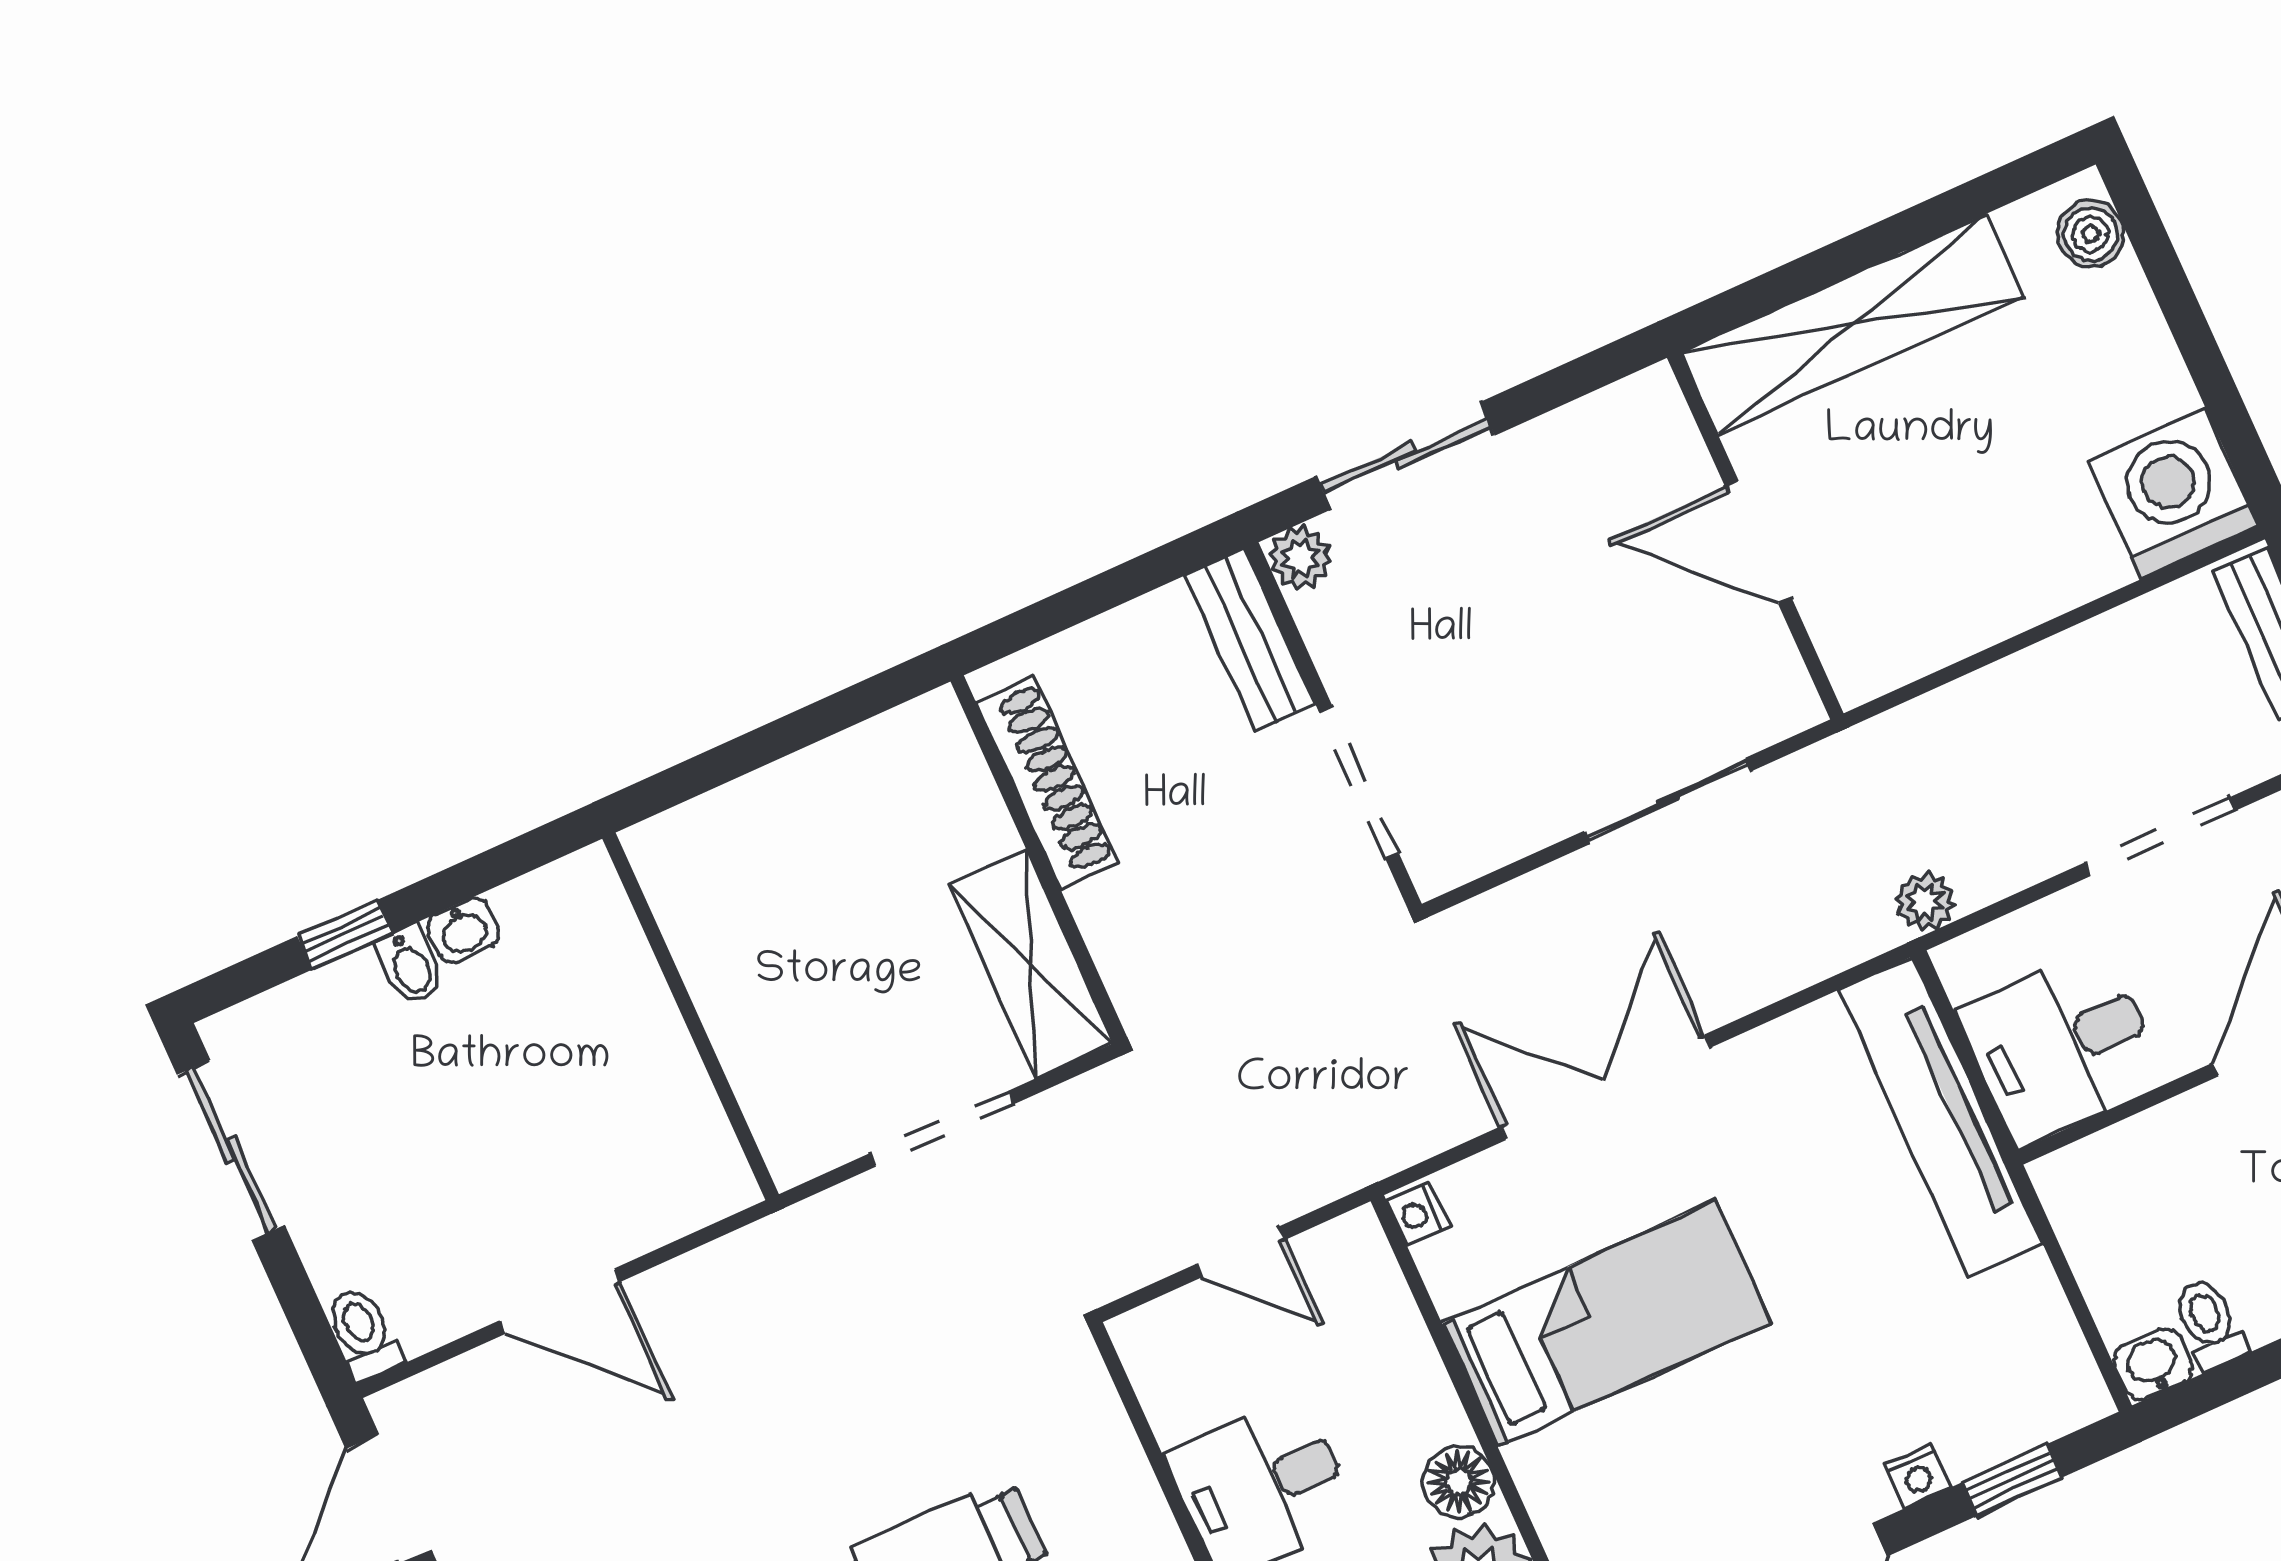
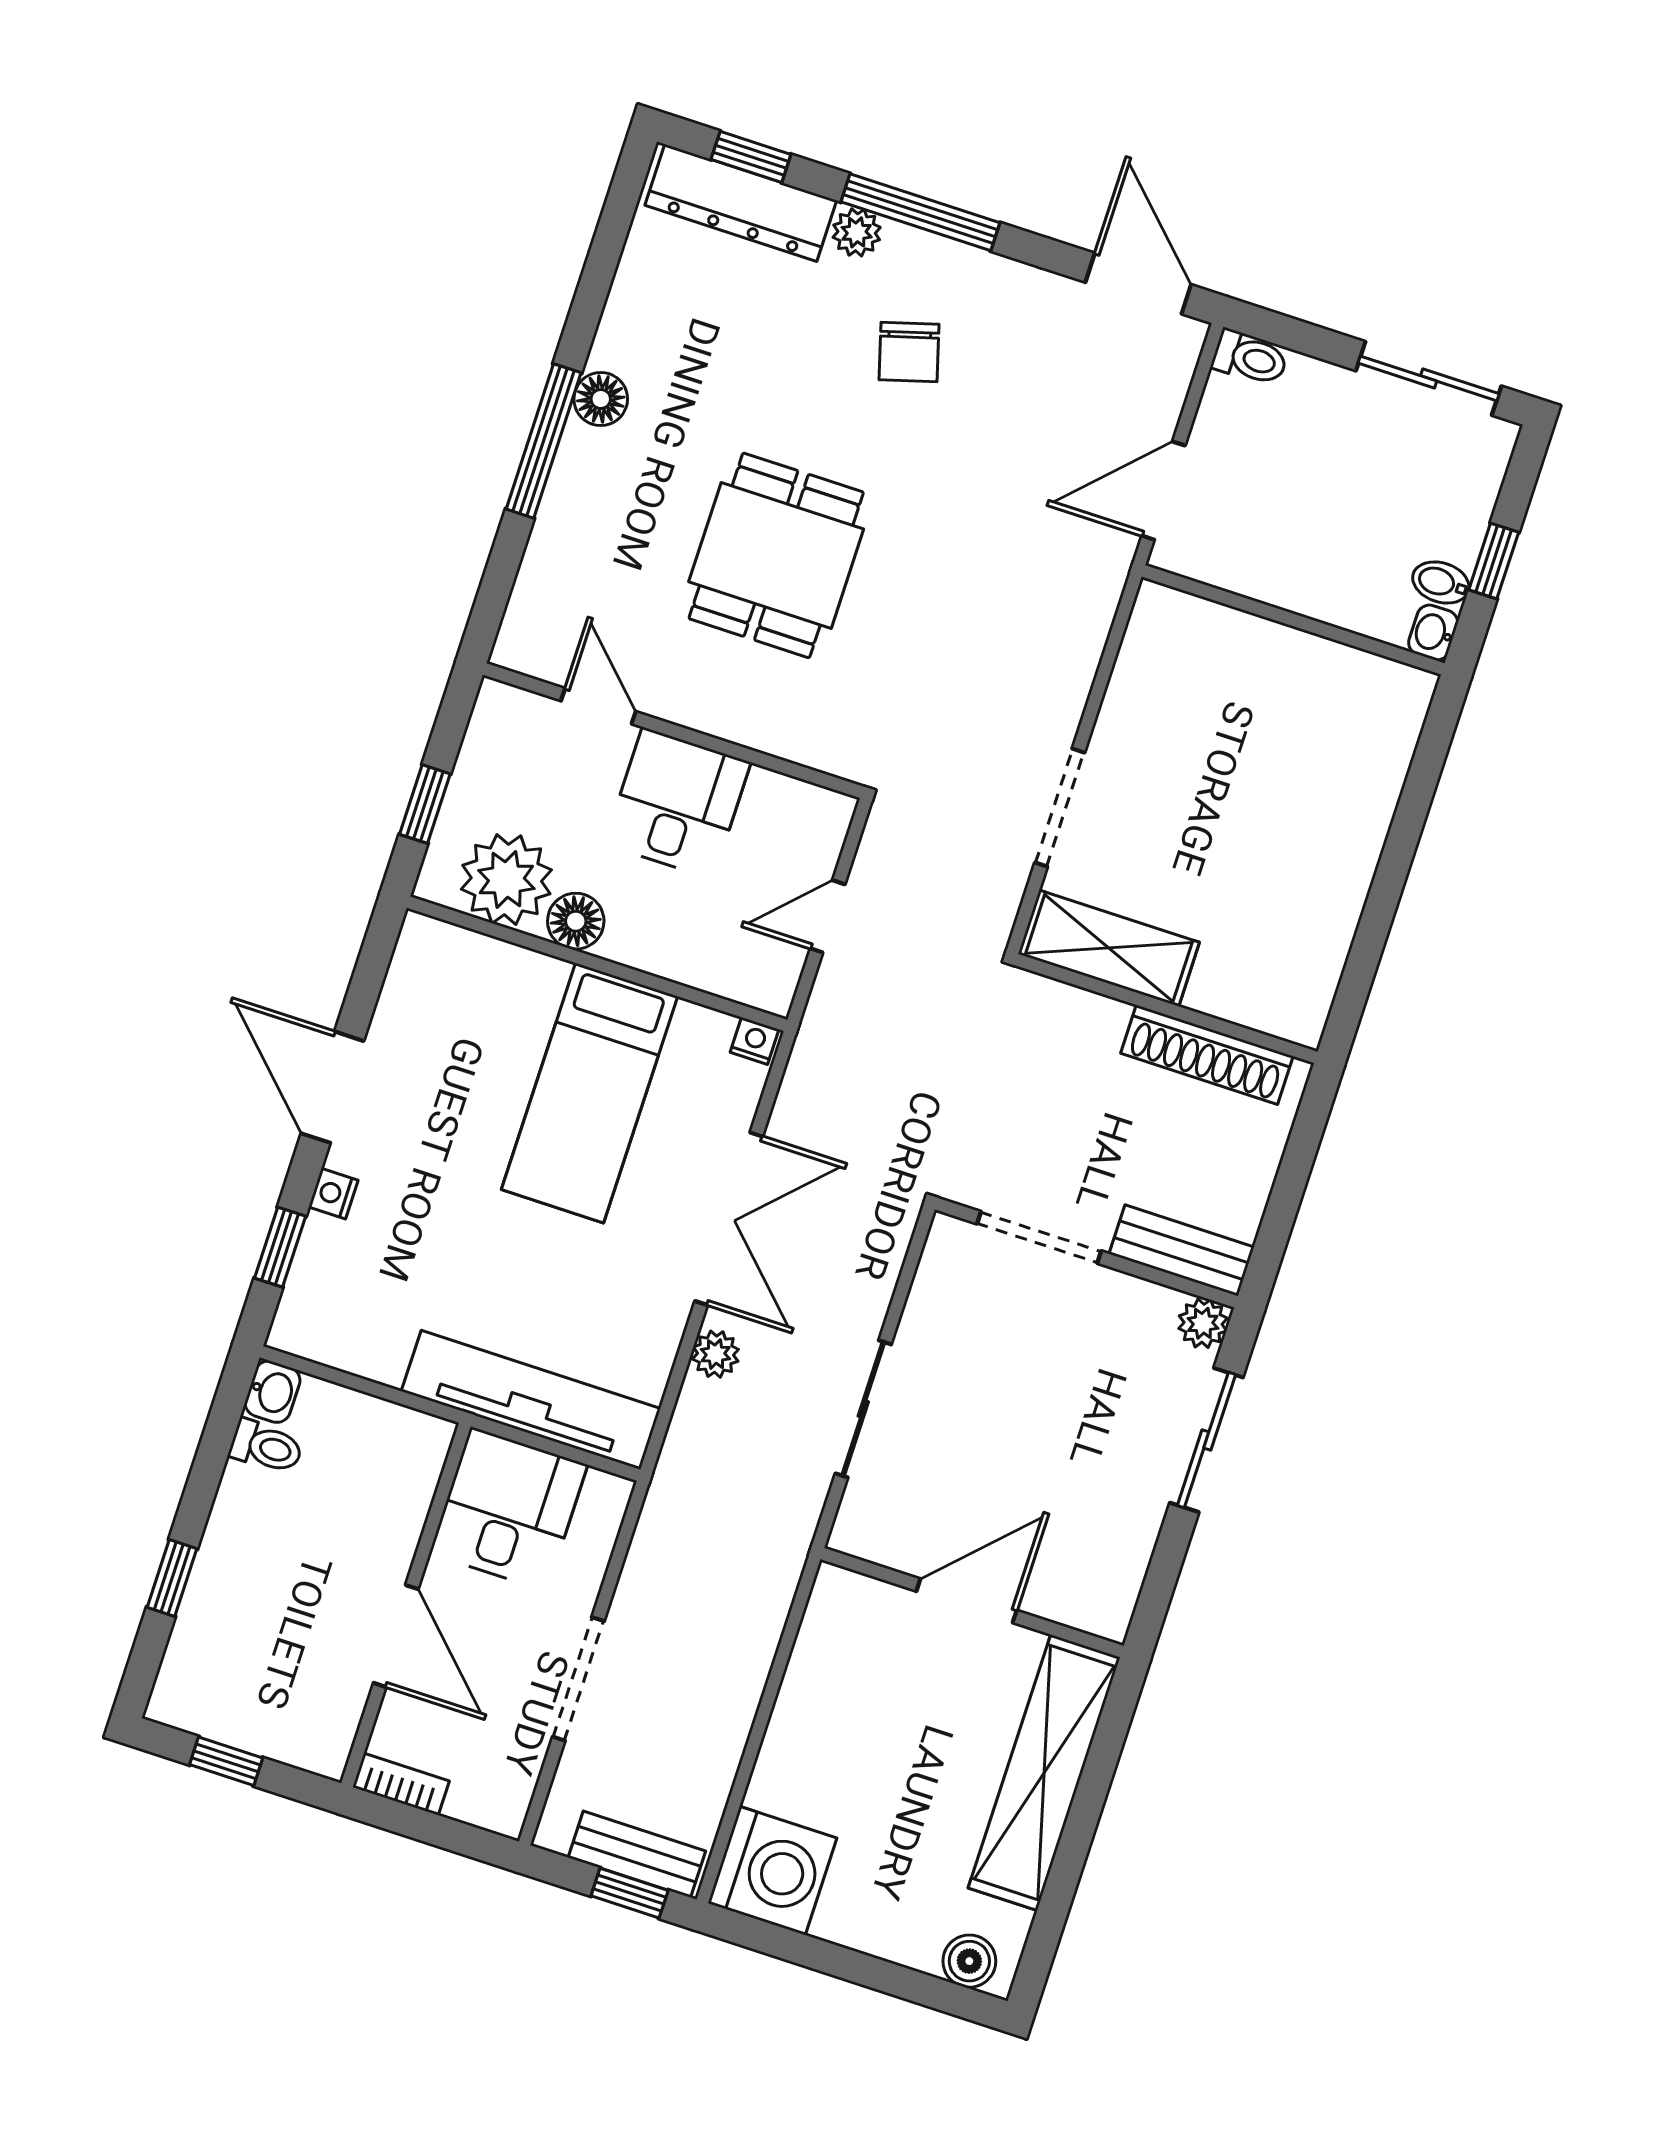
plant: (1925, 902) -> (716, 1354), moved
wall: (691, 1016) -> (1293, 620), moved

